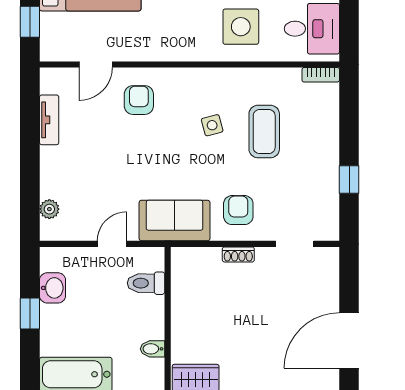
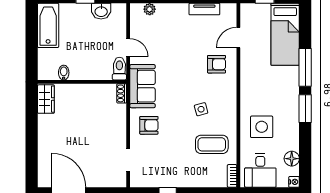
door: (96, 64) -> (238, 38), hinge flipped
coffee table: (264, 132) -> (212, 144), moved
shoe rack: (238, 254) -> (122, 93), moved
toilet: (146, 283) -> (119, 69), moved

